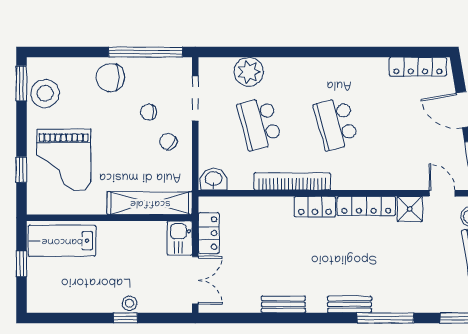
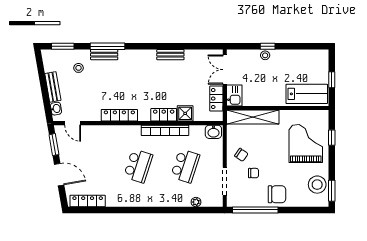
plant: (249, 72) -> (196, 202), width x0.53, depth x0.53
school desk: (260, 124) -> (185, 166), turned 33
school desk: (336, 124) -> (138, 166), turned 33
locker: (315, 207) -> (164, 115), moved
shower: (410, 209) -> (185, 113), moved
stool: (433, 283) -> (78, 68), added
bench: (349, 304) -> (104, 55), moved

